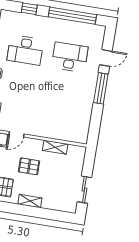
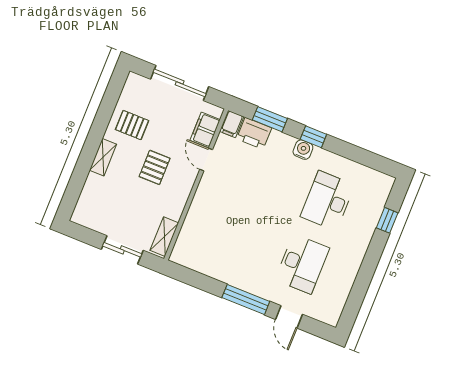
window: (72, 16) -> (363, 282), removed
shelving: (55, 147) -> (164, 237), moved
sliding door: (84, 190) -> (122, 250), moved

